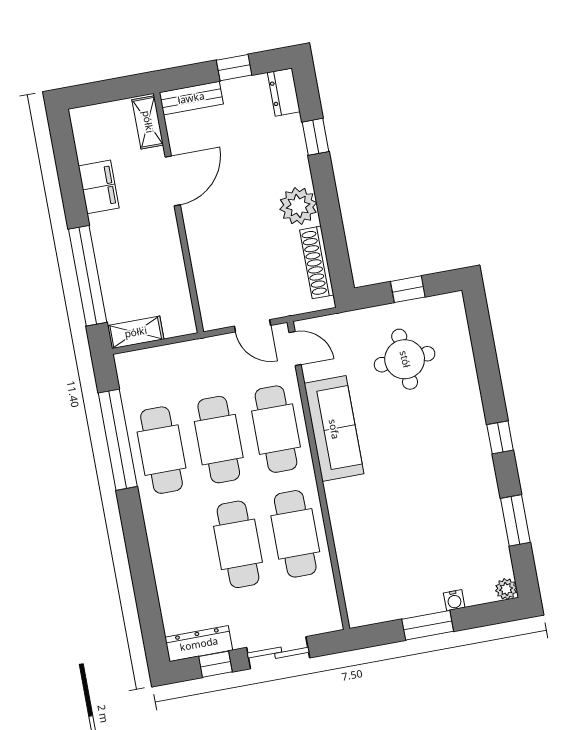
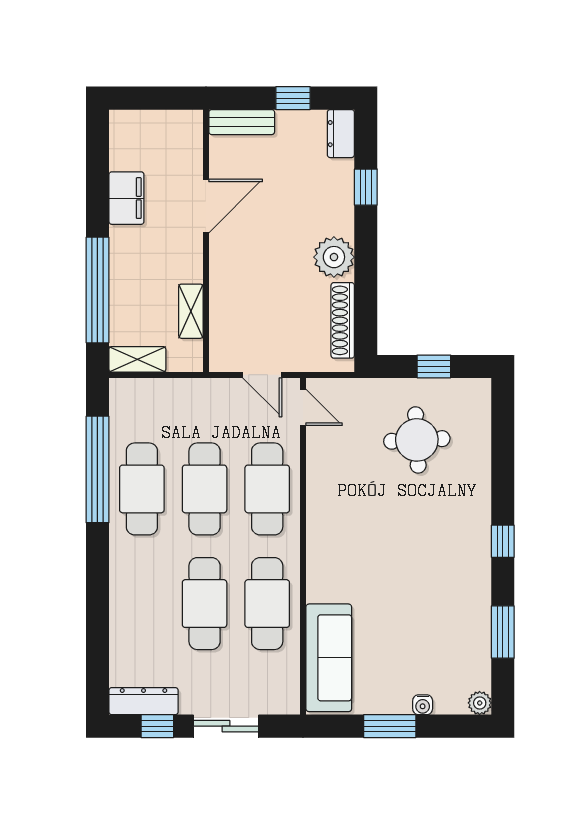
shelving: (148, 122) -> (191, 311), moved
sofa: (334, 429) -> (329, 658), moved

